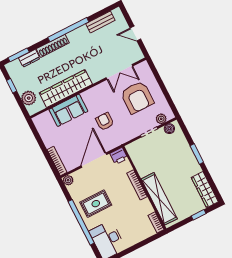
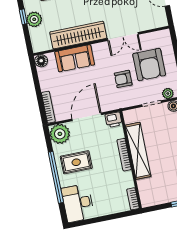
double door: (119, 72) -> (123, 36), moved
plant: (29, 98) -> (34, 19), moved
floor lamp: (39, 121) -> (41, 61), added
armchair: (105, 121) -> (123, 79), moved, turned -90
plant: (68, 180) -> (60, 134), width x1.88, depth x1.88
shelving: (159, 199) -> (138, 151), moved

